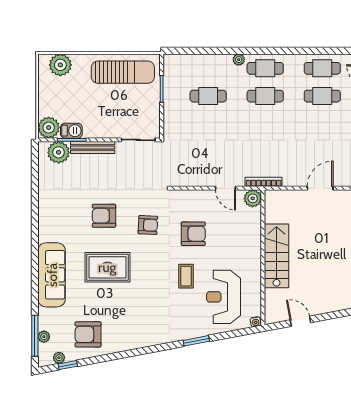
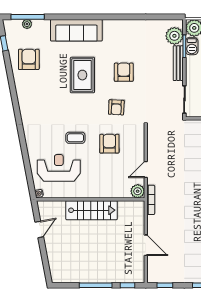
armchair: (193, 234) -> (109, 144), turned 180
window: (196, 341) -> (24, 146), removed
plant: (59, 358) -> (10, 36), removed

